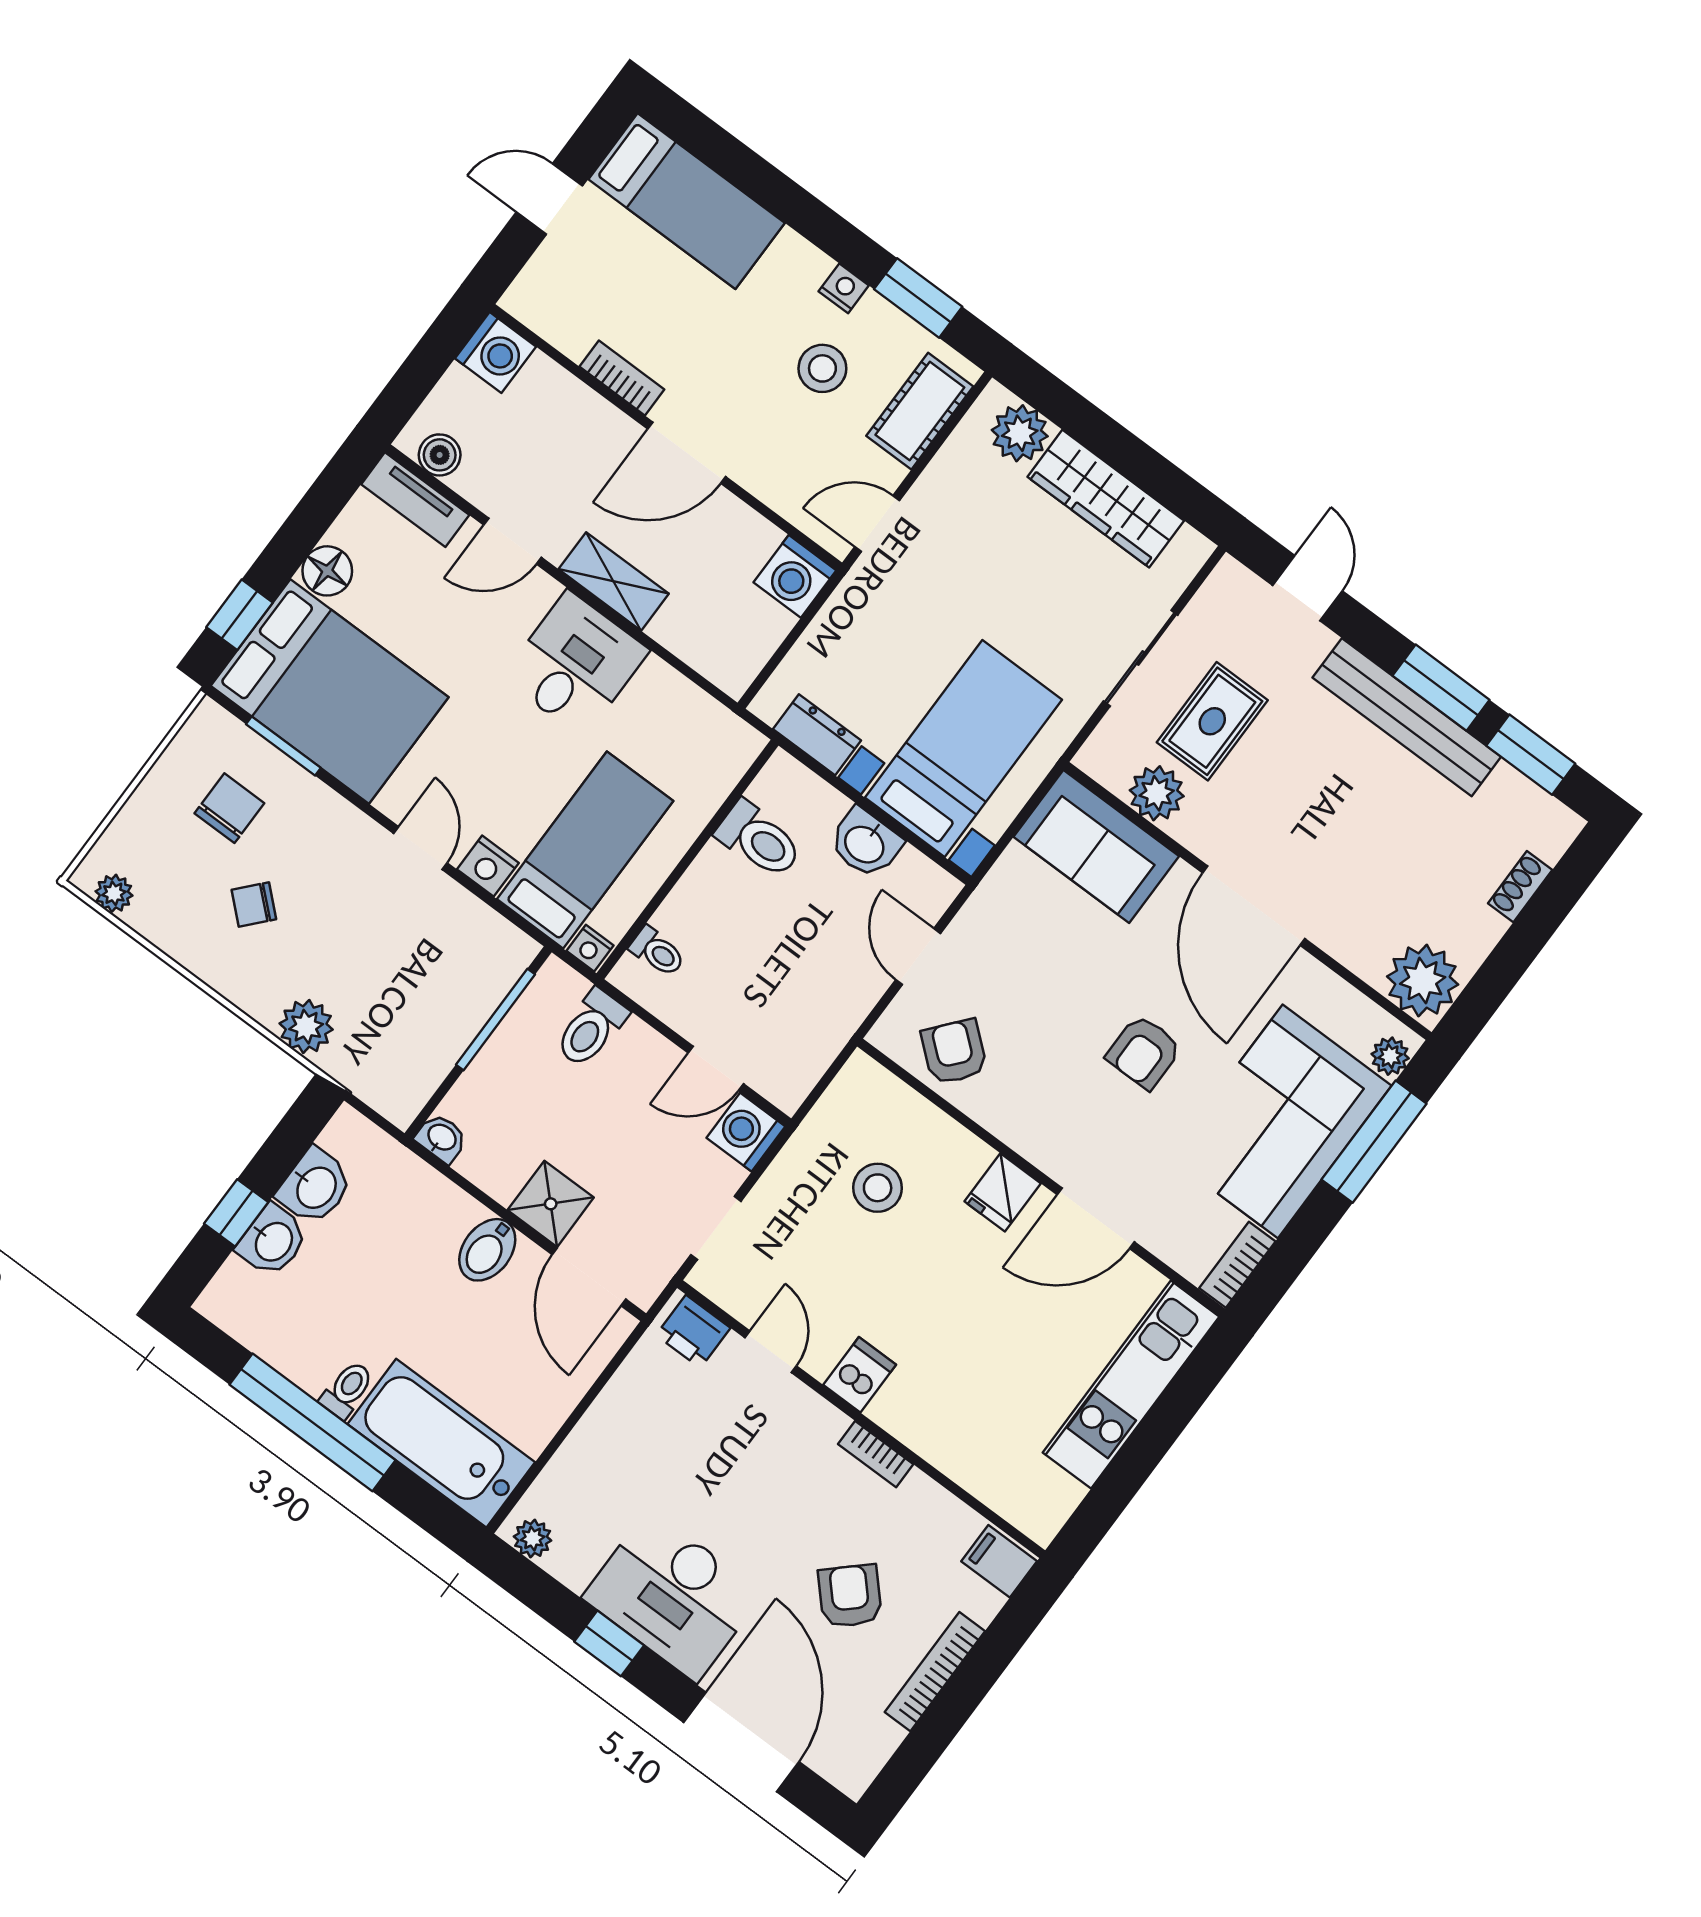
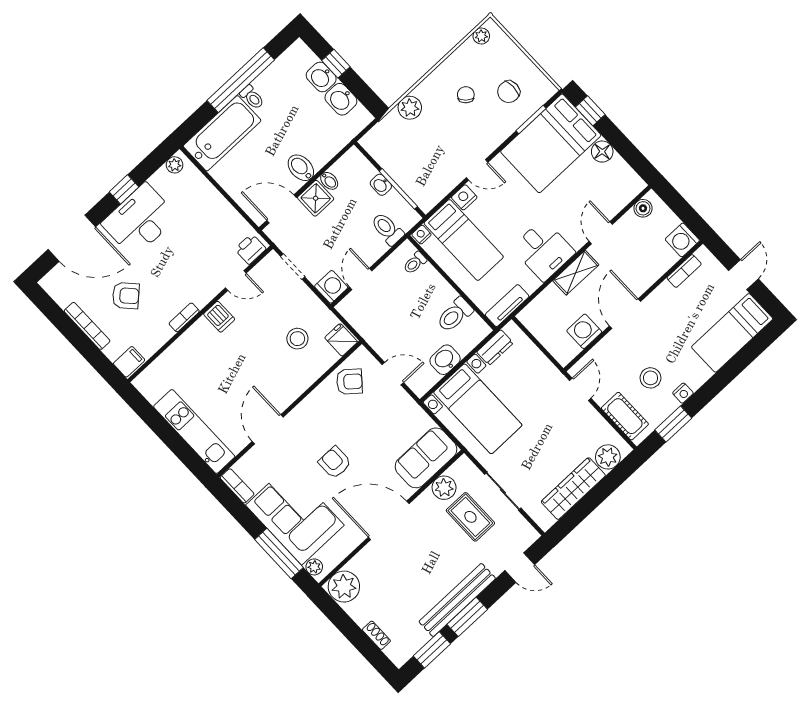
bookcase: (622, 378) -> (684, 271), moved
tv unit: (415, 500) -> (507, 306), moved
washing machine: (795, 576) -> (584, 331), moved
chair: (229, 808) -> (509, 92), turned 90
washbasin: (441, 1138) -> (381, 185), moved, turned 90
bidet: (506, 1180) -> (329, 181), added
fridge: (1003, 1192) -> (341, 340), moved

